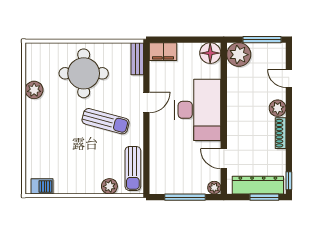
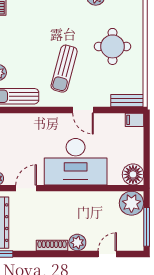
filing cabinet: (163, 52) -> (134, 120), width x0.50
round table: (84, 73) -> (112, 46), width x0.73, depth x0.73

